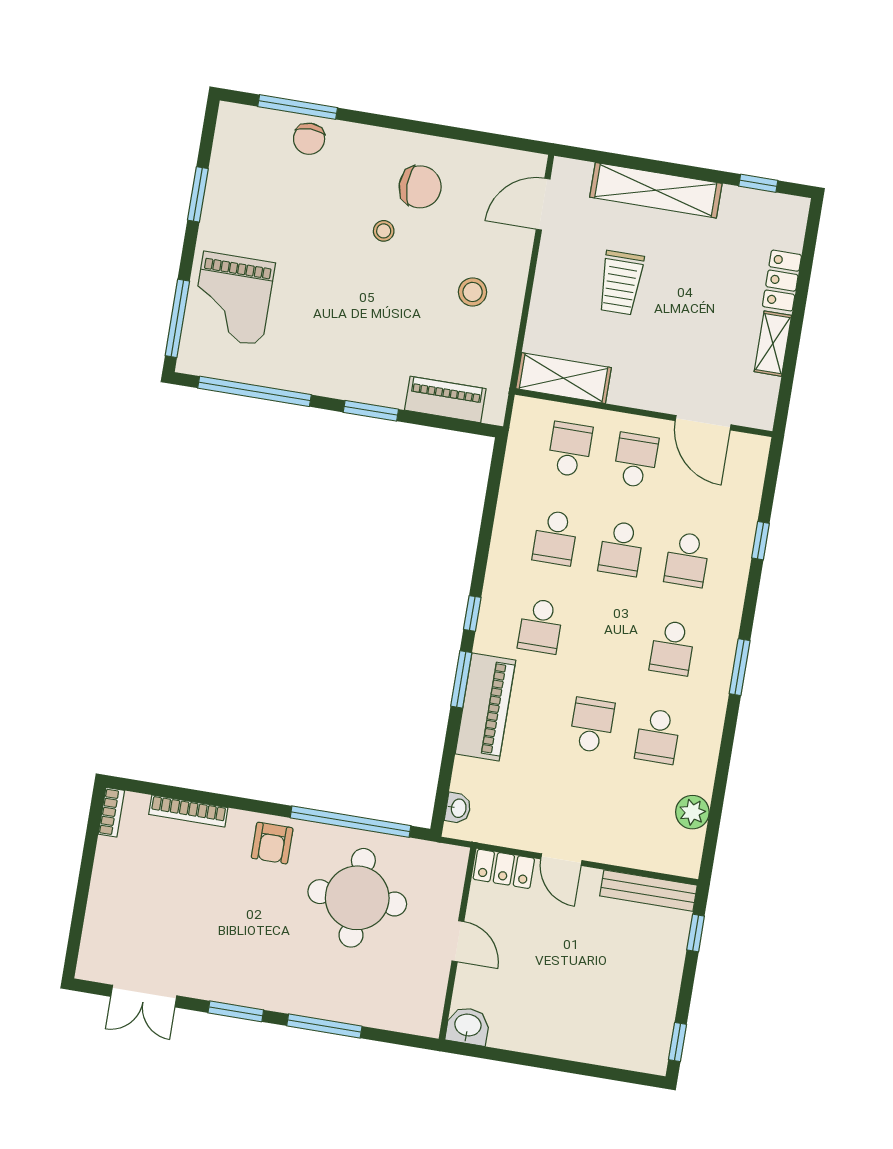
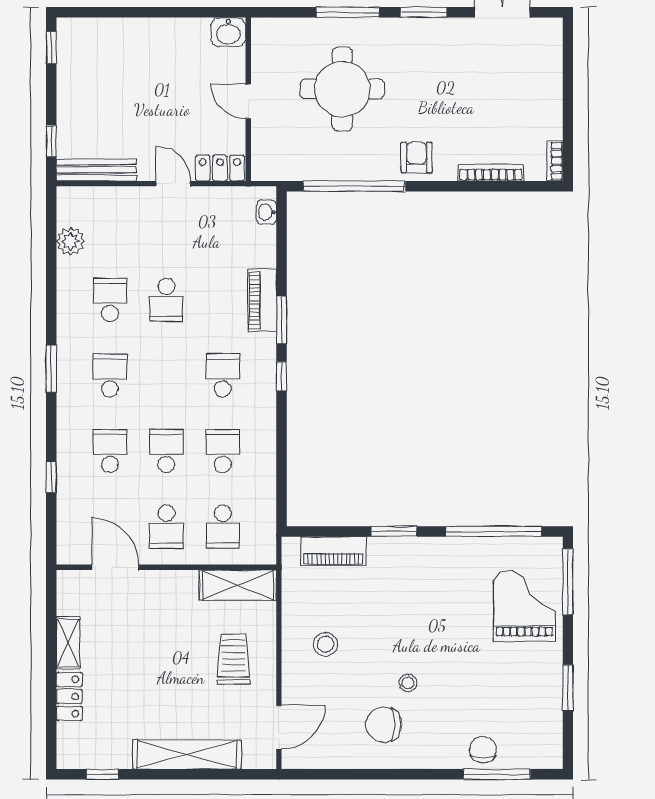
trolley: (621, 283) -> (234, 659), moved
piano: (485, 707) -> (262, 300), width x0.73, depth x0.75
round table: (357, 898) -> (342, 89), moved

